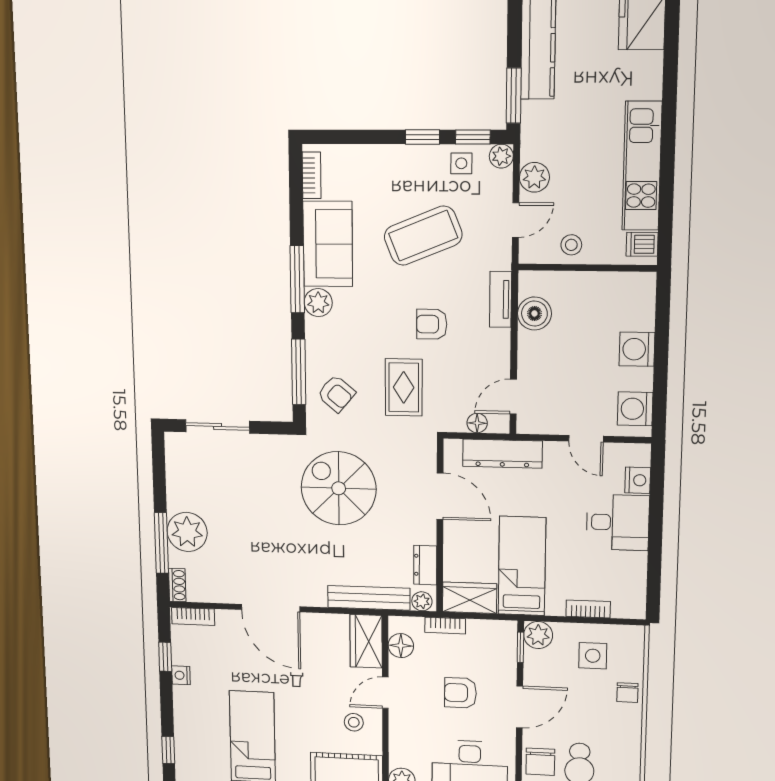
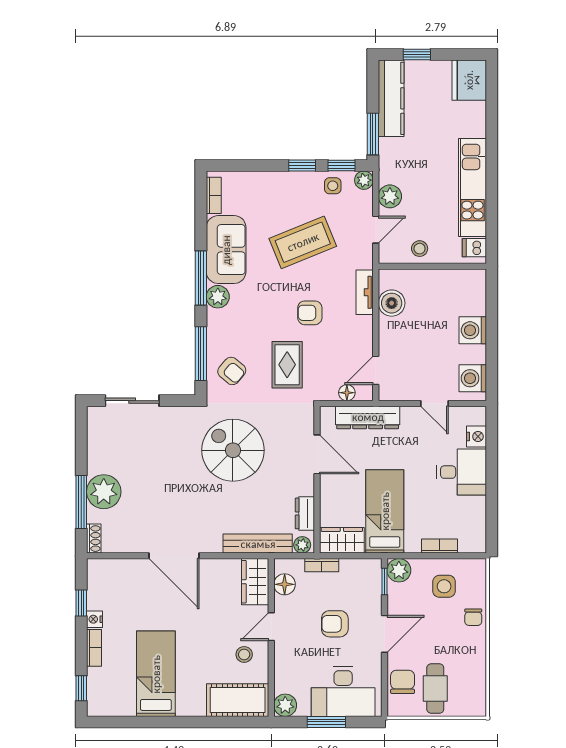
bookcase: (193, 616) -> (94, 648), moved, turned -90
chair: (540, 762) -> (403, 682), turned 180

